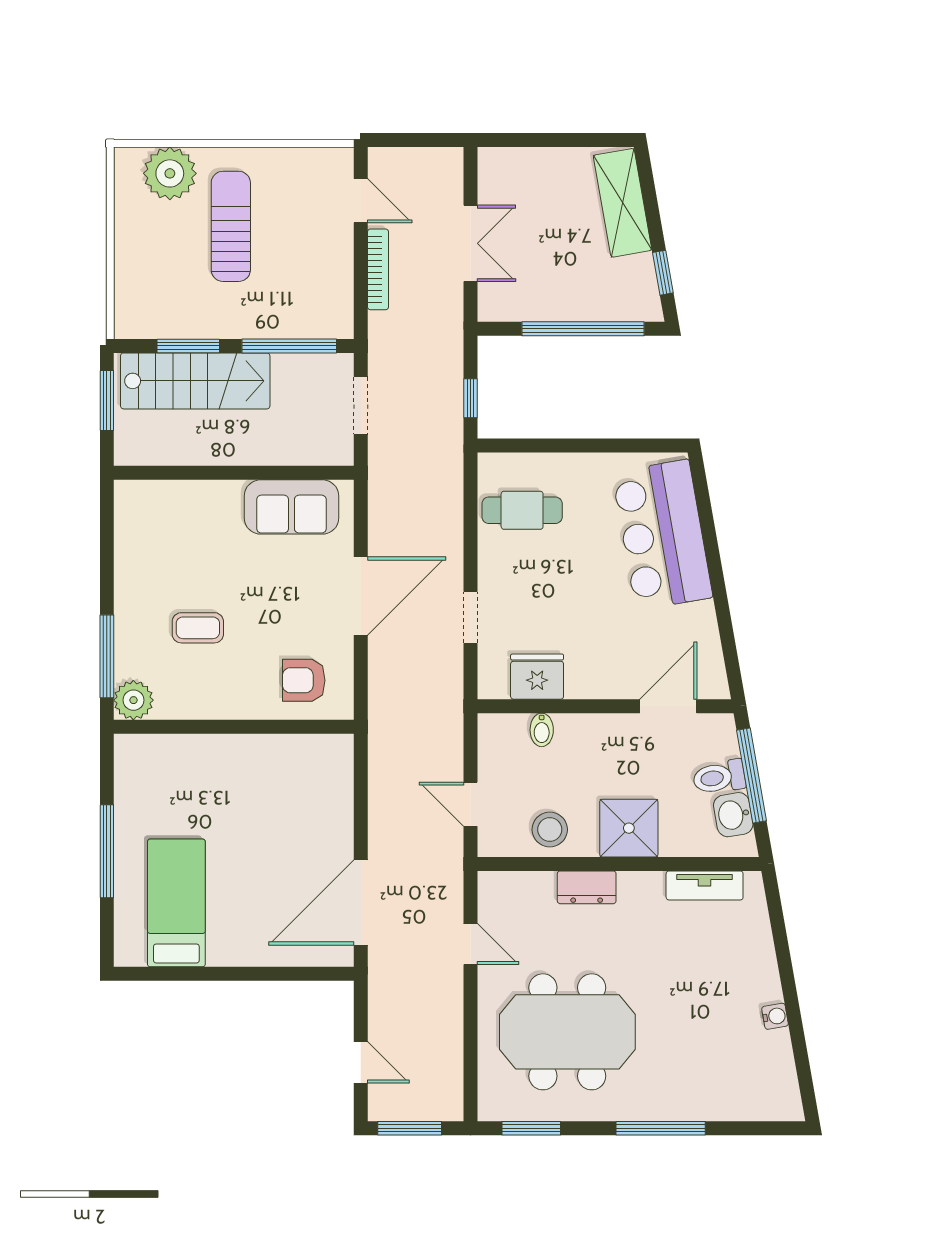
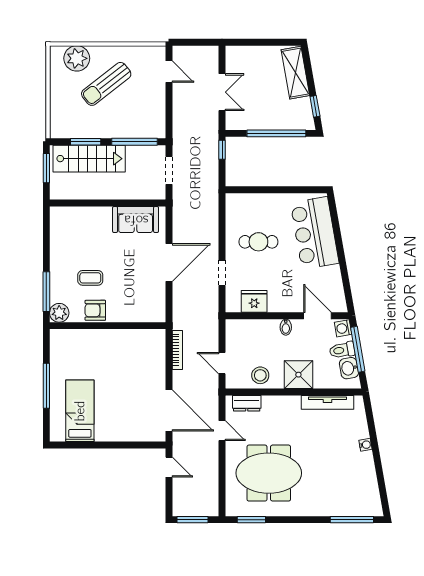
sun lounger: (231, 226) -> (106, 84), turned -128
bookcase: (378, 269) -> (177, 350), moved
window: (471, 398) -> (222, 150), moved
cafe table: (522, 510) -> (258, 242), moved
armchair: (304, 680) -> (95, 310), moved
door: (668, 706) -> (318, 316), hinge flipped
bidet: (542, 730) -> (286, 327), moved
washing machine: (721, 732) -> (343, 328), added
tv unit: (705, 885) -> (328, 402), width x1.41
dresser: (587, 887) -> (247, 403), moved
door: (361, 902) -> (169, 411), swing flipped
water cooler: (775, 1016) -> (365, 445), moved
door: (361, 1062) -> (169, 467), moved
window: (661, 1128) -> (352, 520), moved

